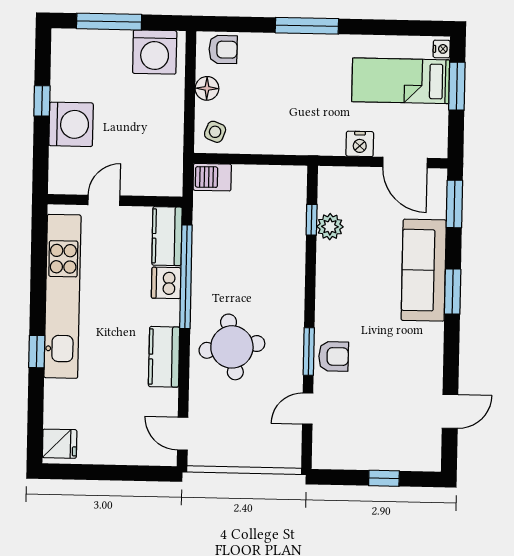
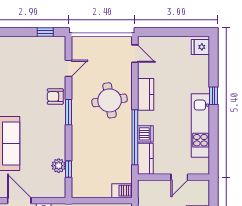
kitchen unit: (63, 296) -> (200, 126), width x0.73
window: (309, 351) -> (68, 112), moved
window: (384, 478) -> (45, 32), moved

